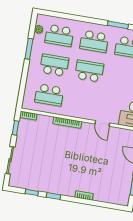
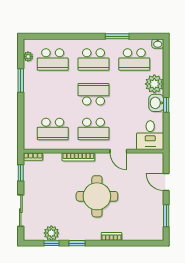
school desk: (54, 65) -> (93, 129), moved, turned 180
round table: (77, 159) -> (97, 196), added
plant: (33, 184) -> (51, 233), added

